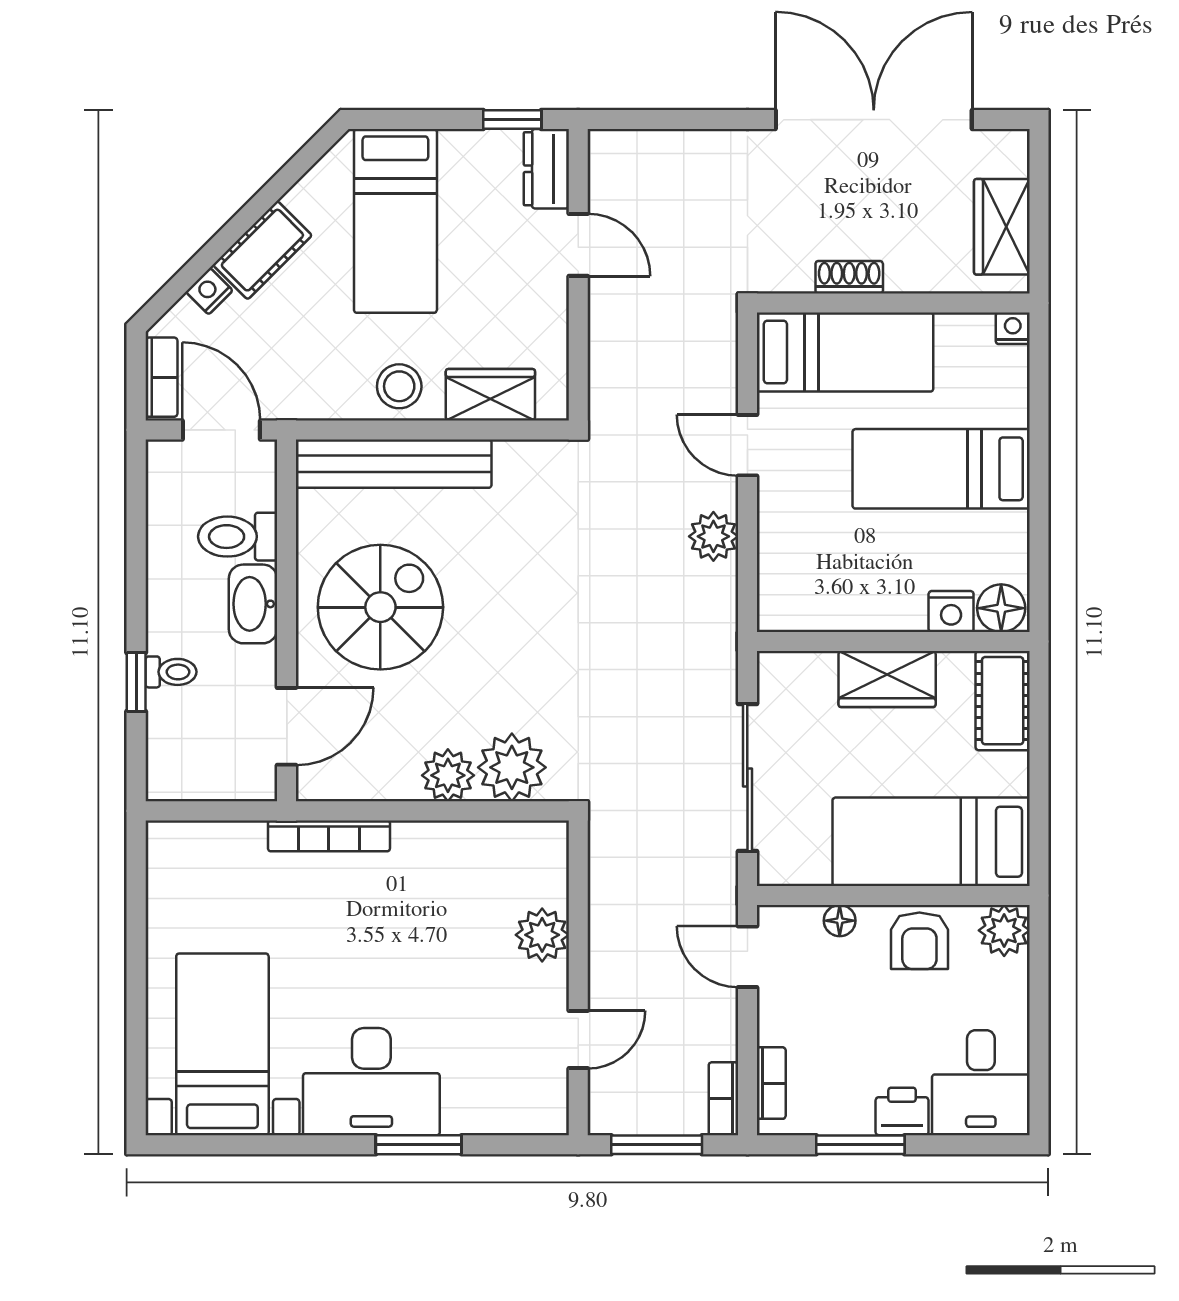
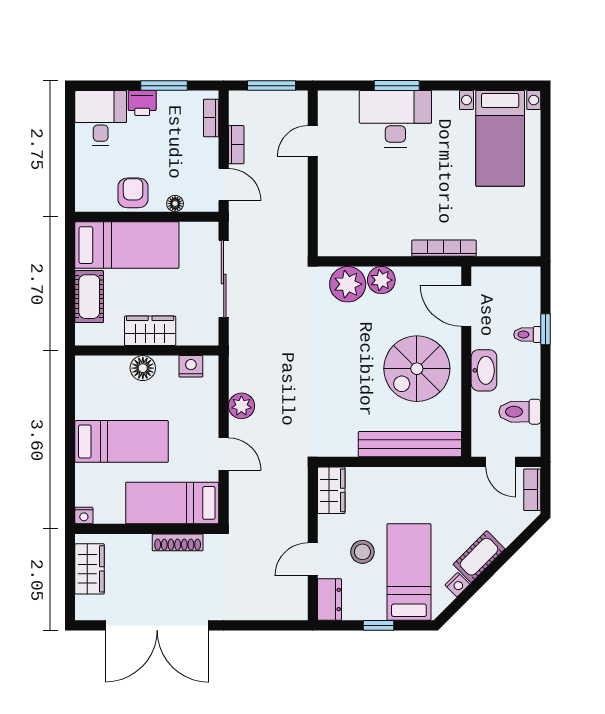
window: (512, 120) -> (378, 625), moved
door: (578, 245) -> (313, 559), hinge flipped
shoe rack: (849, 277) -> (178, 542), width x1.43
nightstand: (209, 291) -> (457, 585), moved
stool: (399, 386) -> (362, 552), moved
wardrobe: (490, 395) -> (331, 490), moved, turned -90
door: (221, 430) -> (501, 462), width x0.73
toilet: (238, 537) -> (520, 412), moved, turned 180
floor lamp: (1001, 608) -> (143, 368), moved
nightstand: (951, 612) -> (191, 366), moved
cot: (1003, 701) -> (89, 297), moved
door: (287, 726) -> (466, 306), hinge flipped
plant: (1004, 930) -> (88, 198), removed
plant: (542, 935) -> (332, 196), removed
desk: (371, 1082) -> (395, 119), moved
bookcase: (723, 1099) -> (236, 145), moved

